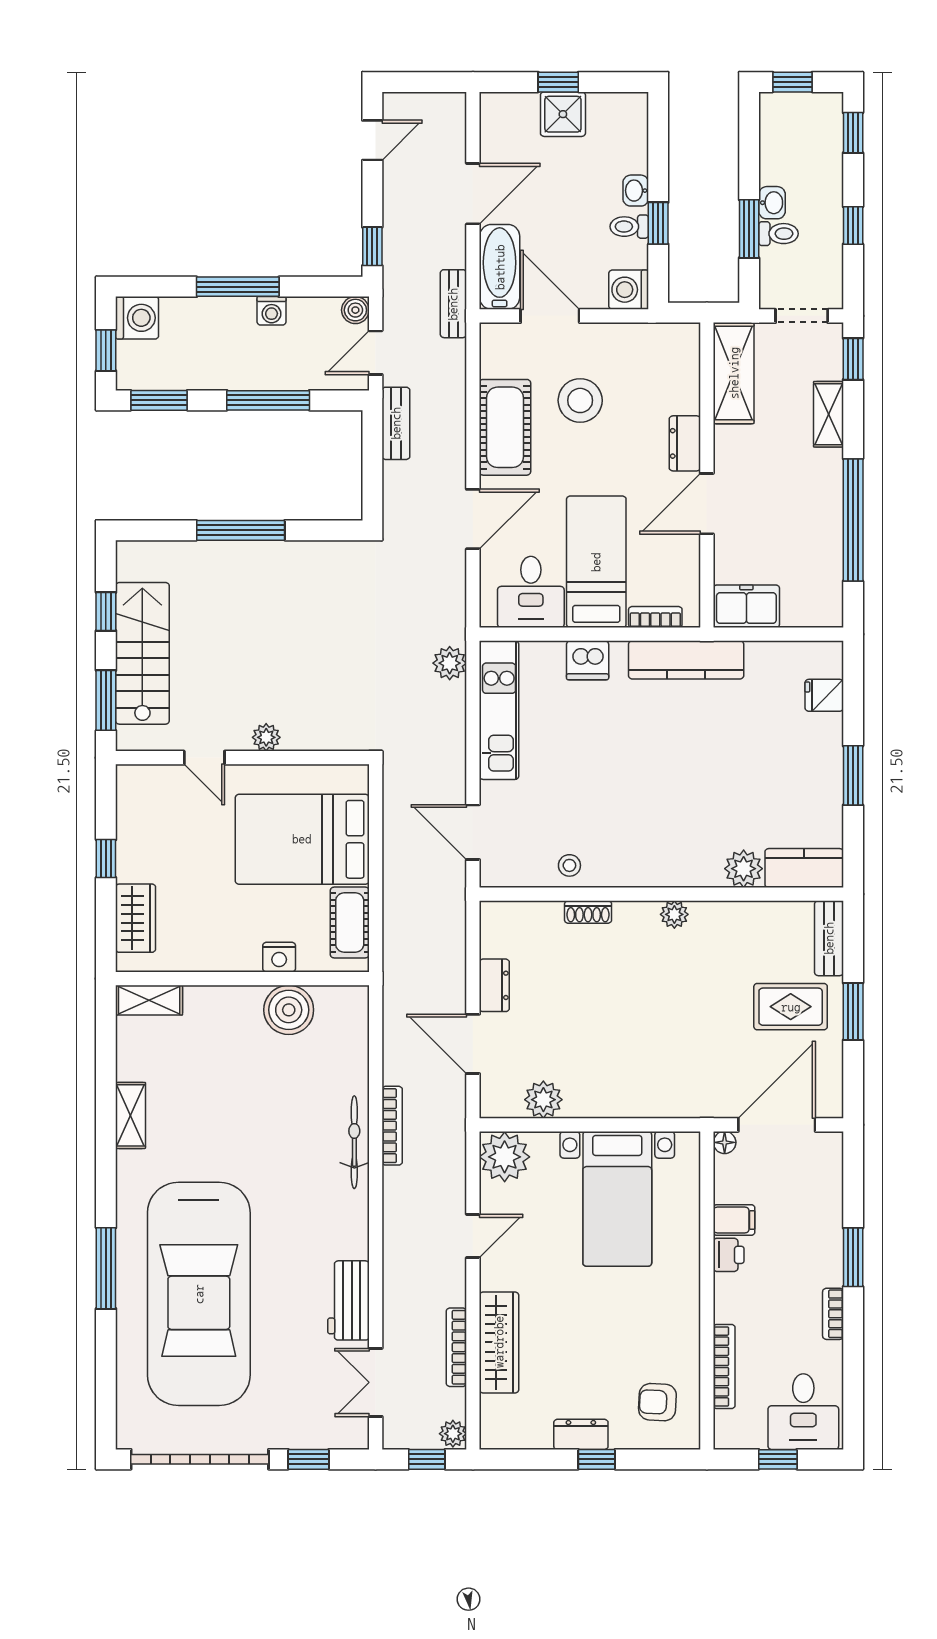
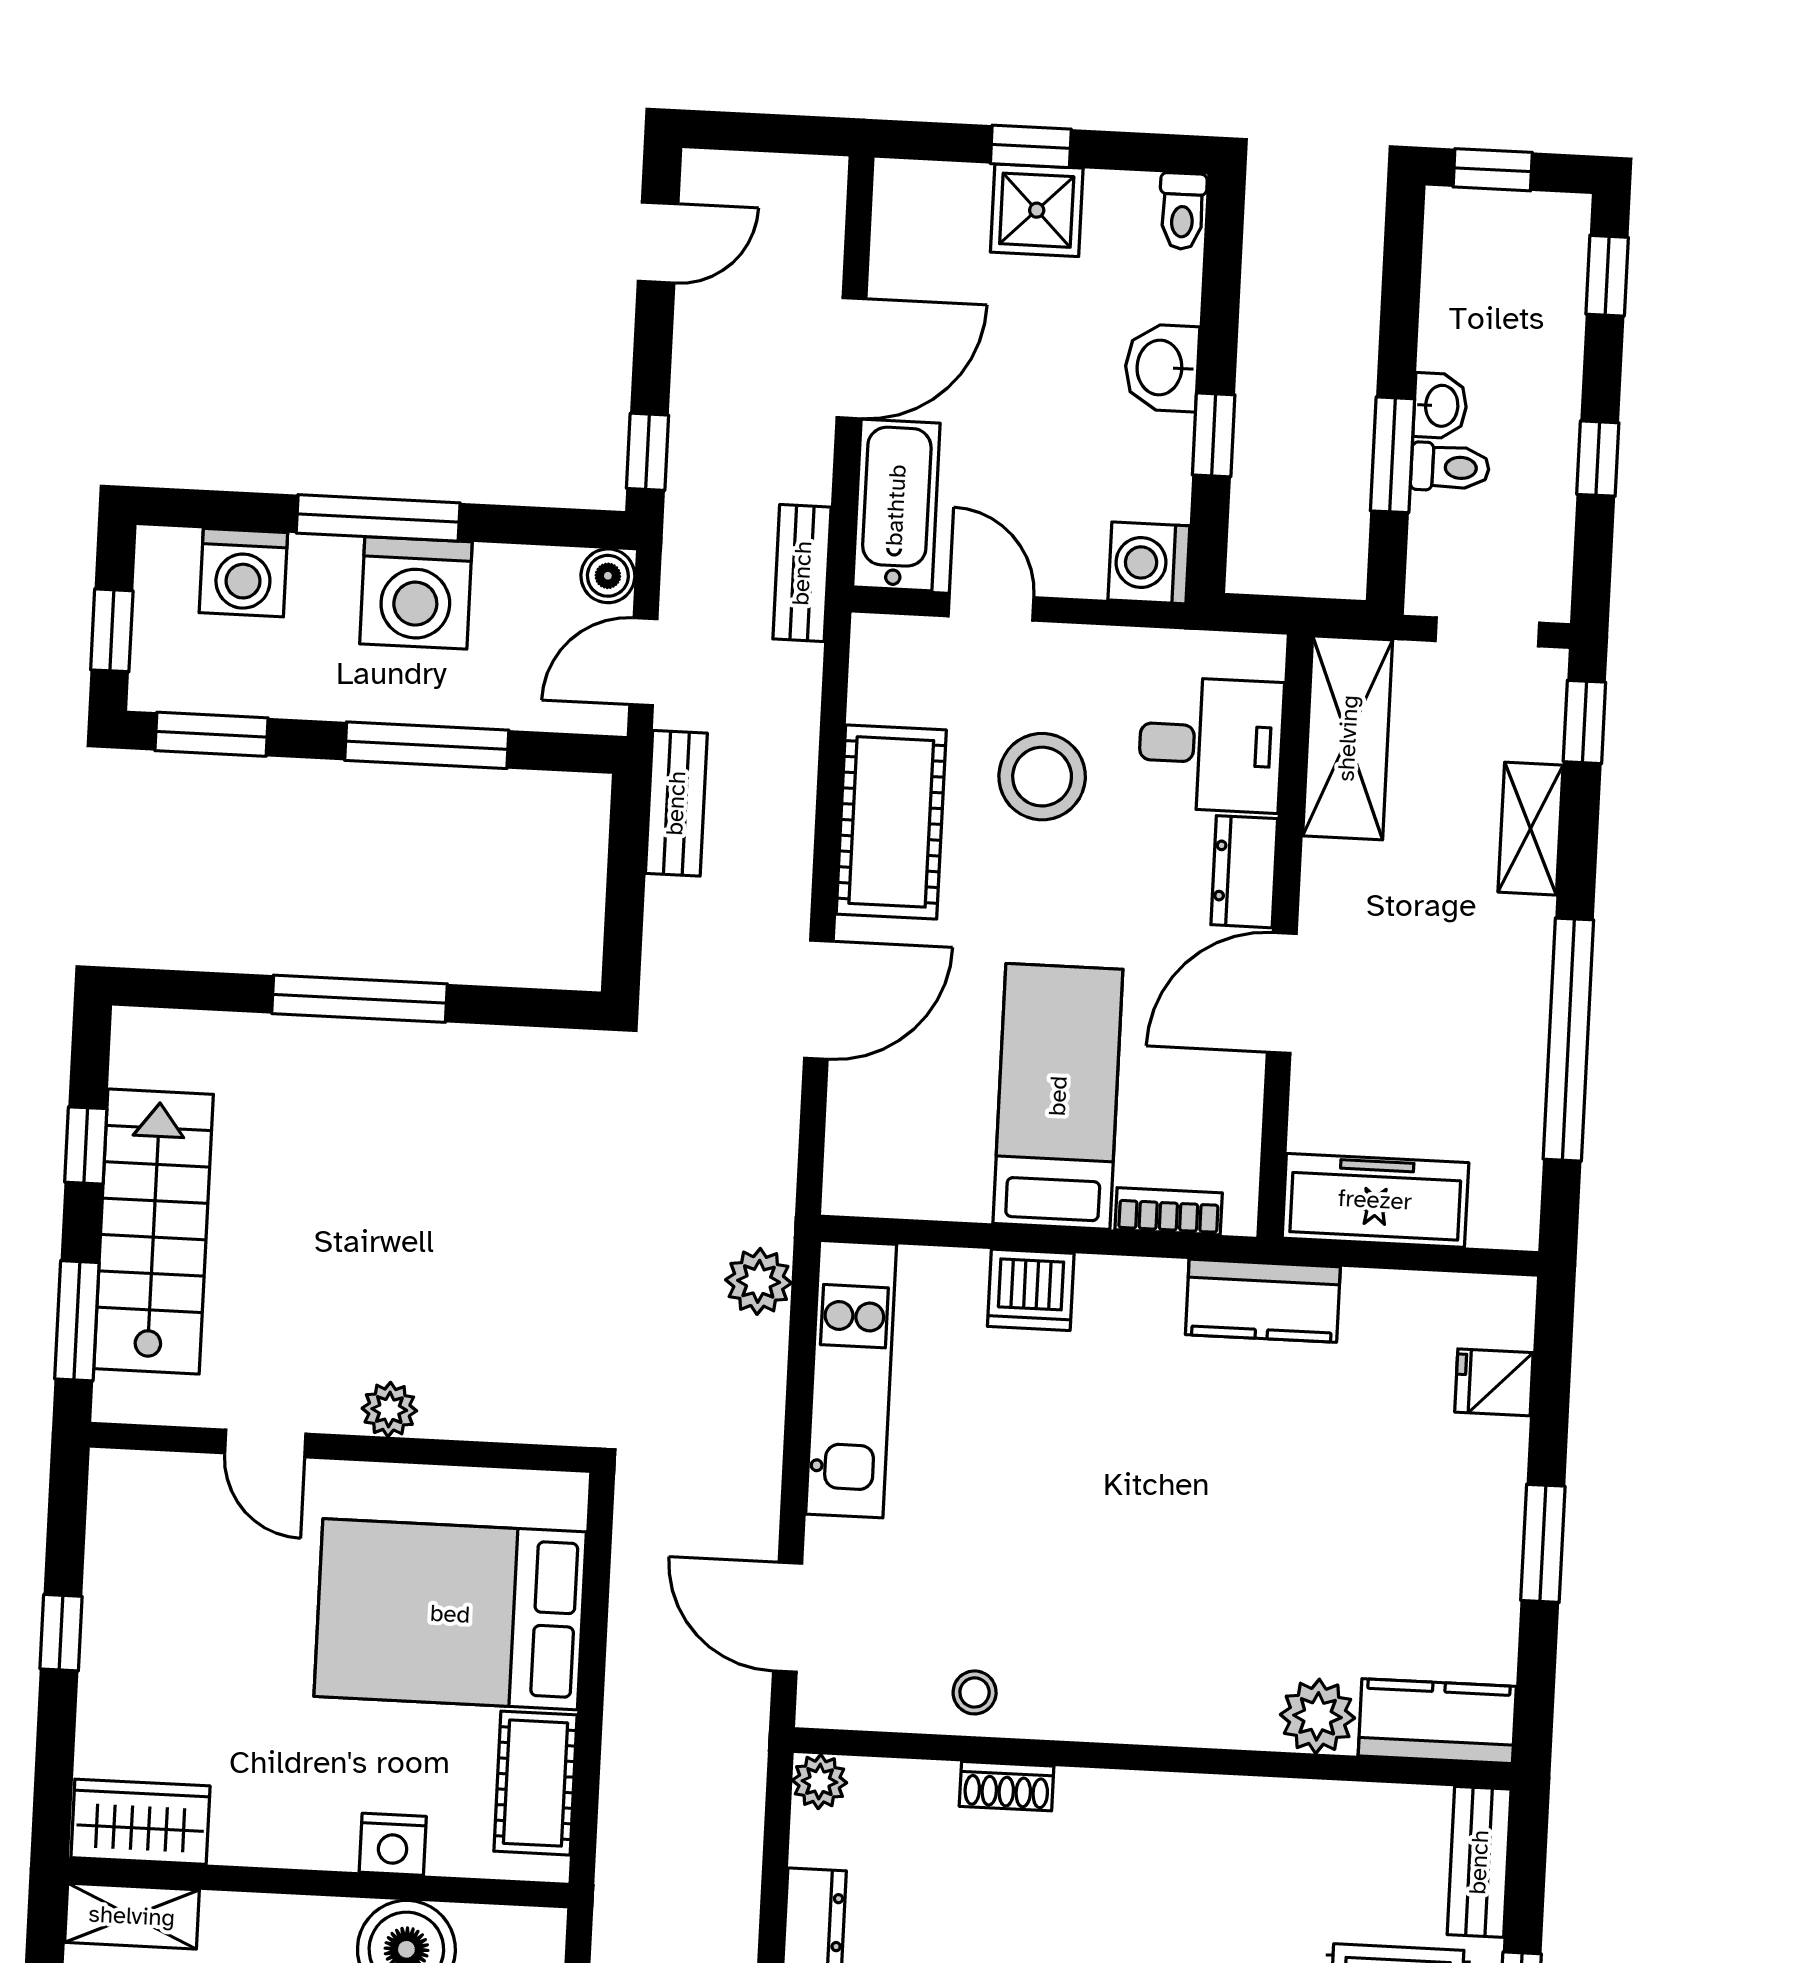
washbasin: (636, 191) -> (1162, 368), width x1.38, depth x1.45
toilet: (629, 227) -> (1182, 211), moved, turned -90
washing machine: (272, 311) -> (416, 593), width x1.89, depth x1.89
door: (550, 316) -> (991, 607), width x0.73
washing machine: (137, 318) -> (243, 573), moved, turned 90
desk: (531, 592) -> (1211, 745), moved, turned -90
freezer: (746, 606) -> (1375, 1200), width x1.40
kitchen counter: (686, 660) -> (1263, 1301), width x0.67
plant: (674, 914) -> (819, 1782), moved
wardrobe: (136, 918) -> (140, 1822), moved, turned -90

